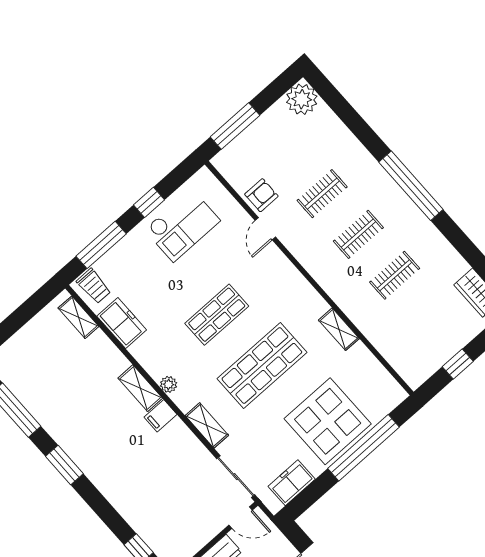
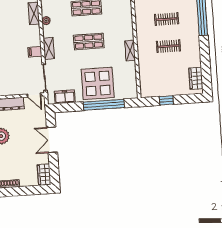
shop shelf: (262, 366) -> (89, 41), width x0.70, depth x0.74
filing cabinet: (160, 416) -> (35, 52), moved

